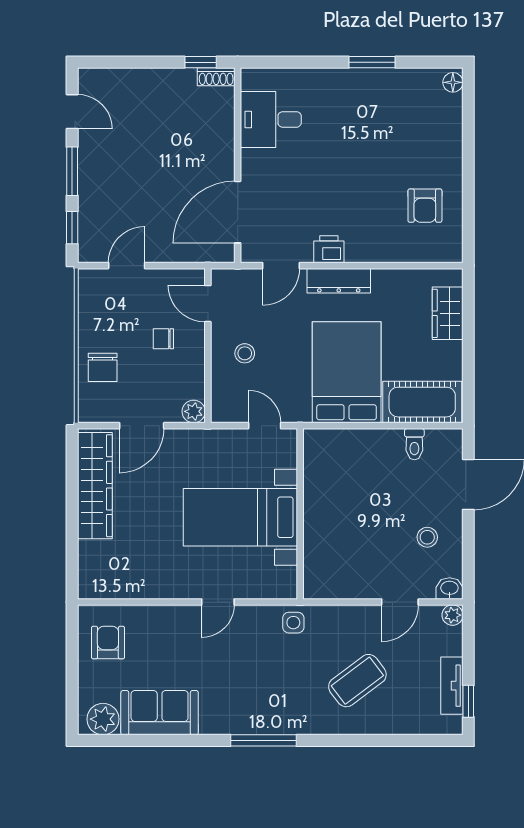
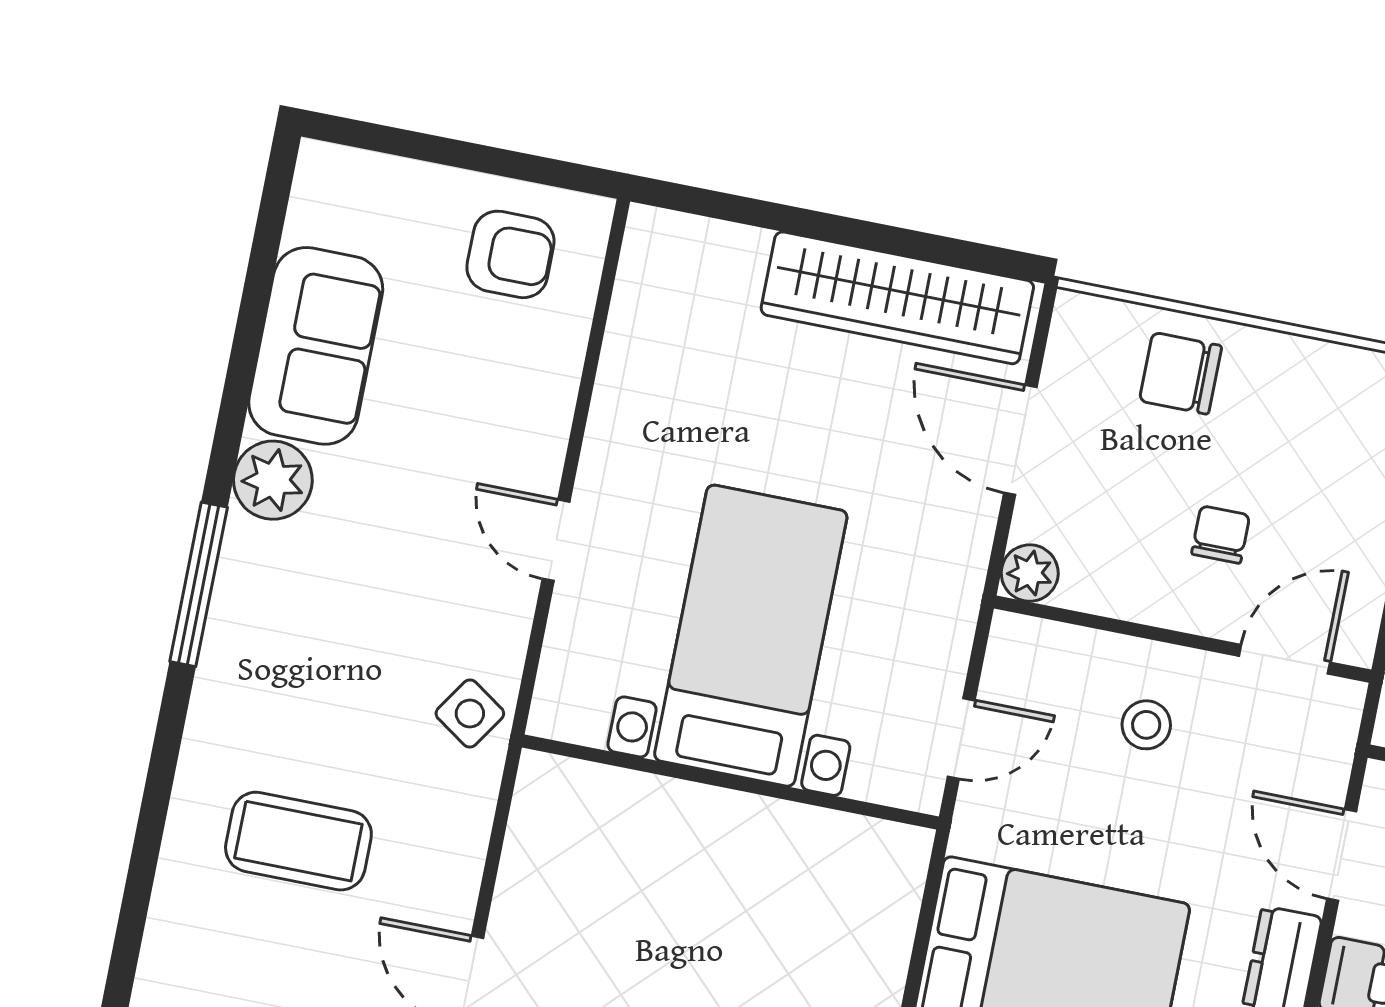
side table: (293, 623) -> (470, 714), turned 34
coffee table: (357, 681) -> (298, 841), turned -53
plant: (103, 719) -> (273, 480), moved

